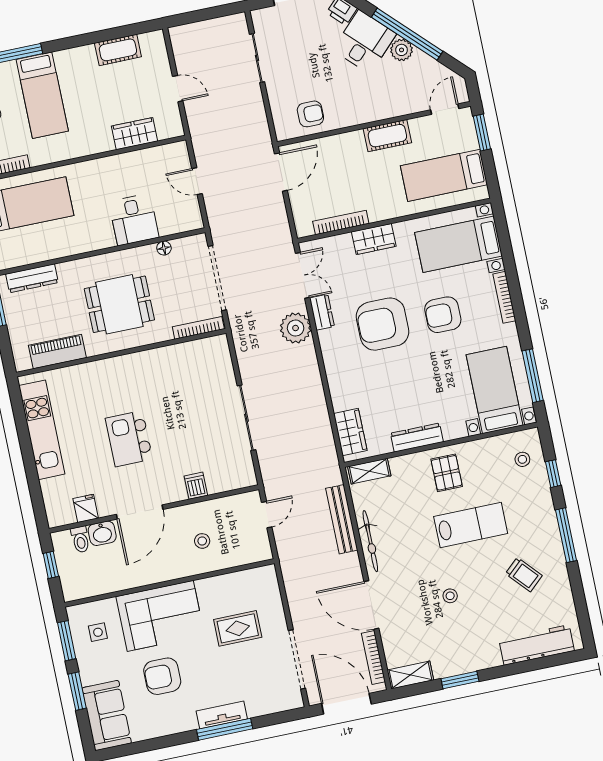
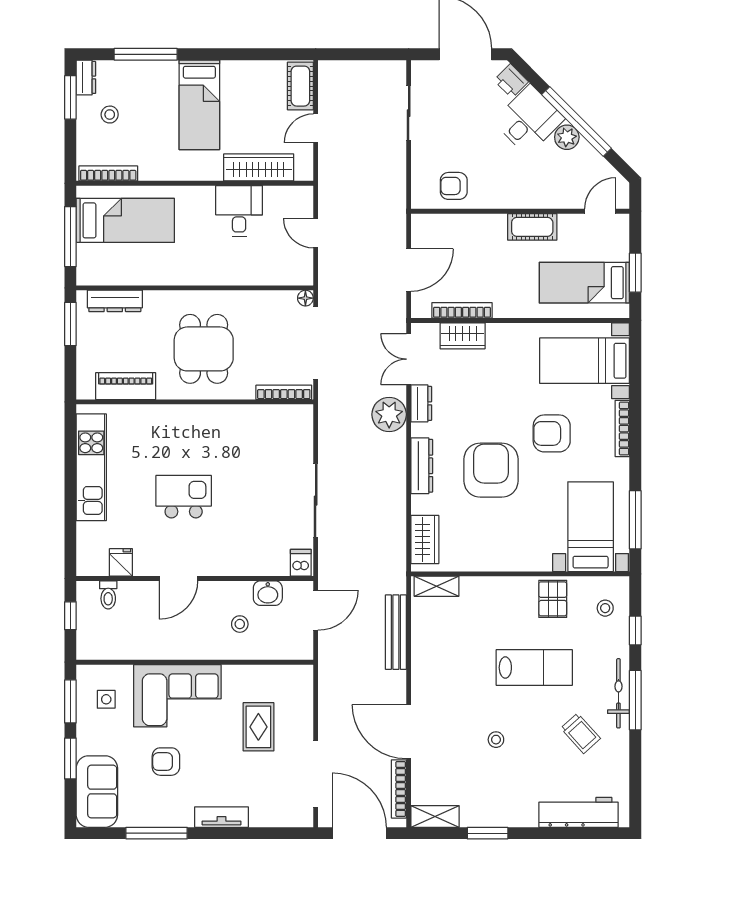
cot: (118, 50) -> (300, 86), moved, turned 90
door: (178, 89) -> (316, 128), swing flipped
bed: (42, 95) -> (199, 105), moved
armchair: (310, 114) -> (454, 186), turned 180
window: (482, 133) -> (635, 273), moved
wardrobe: (135, 134) -> (259, 167), width x1.50
door: (281, 172) -> (409, 270), moved
desk: (134, 220) -> (239, 211), moved, turned 180
wardrobe: (374, 239) -> (463, 336), moved
floor lamp: (164, 248) -> (305, 298), moved
double door: (303, 275) -> (409, 359), swing flipped
dining table: (119, 304) -> (204, 349), turned 90
armchair: (383, 324) -> (491, 470), moved, turned 90
dresser: (417, 438) -> (422, 466), moved, turned 90
kitchen island: (129, 439) -> (184, 497), turned 90
pallet: (447, 473) -> (553, 599), moved
dishwasher: (196, 486) -> (301, 563), moved
door: (140, 512) -> (179, 579), width x0.73
door: (267, 515) -> (316, 610), width x1.38
washbasin: (102, 533) -> (268, 593), moved
bicycle: (370, 541) -> (618, 693), moved, turned 180
rug: (238, 628) -> (258, 727), turned 90
armchair: (162, 676) -> (166, 762), width x0.72, depth x0.72
window: (225, 729) -> (157, 833), moved

